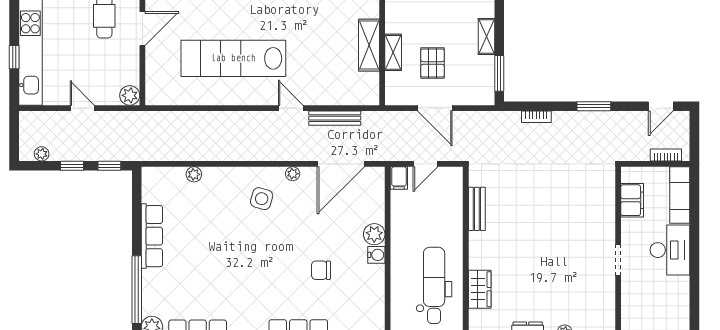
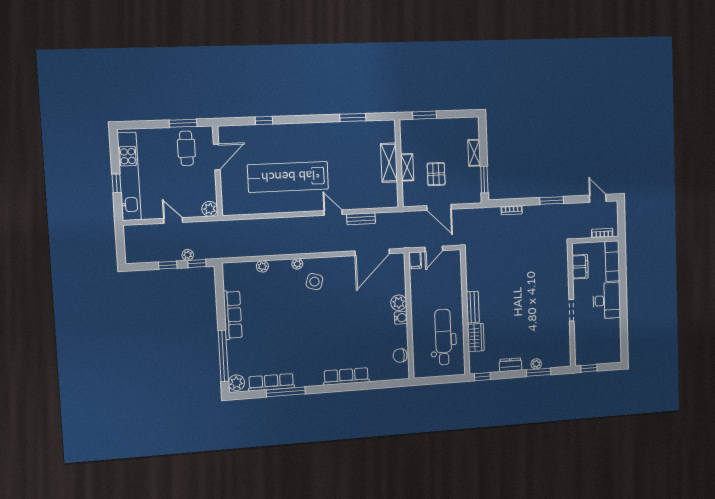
door: (661, 106) -> (598, 198), swing flipped
bench: (335, 118) -> (361, 219), width x0.73
plant: (42, 154) -> (188, 255), moved
plant: (293, 174) -> (297, 264), moved
bench: (477, 209) -> (473, 307), moved
chair: (321, 270) -> (400, 355), moved

